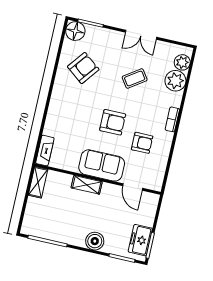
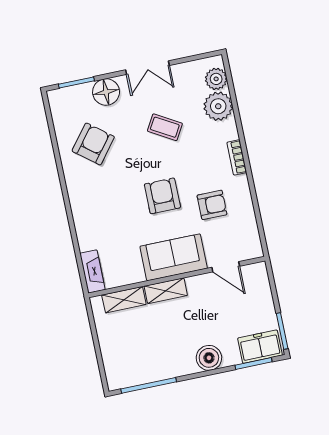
floor lamp: (75, 31) -> (106, 92), moved
coffee table: (135, 78) -> (165, 127), turned 65
armchair: (113, 122) -> (162, 196), turned -90
shelving: (38, 182) -> (124, 300), moved, turned 90
freezer: (140, 240) -> (260, 347), moved, turned 90

